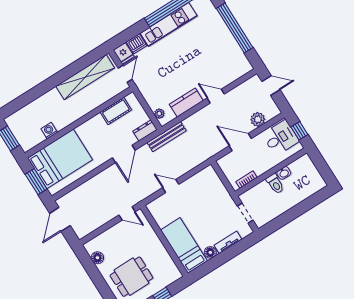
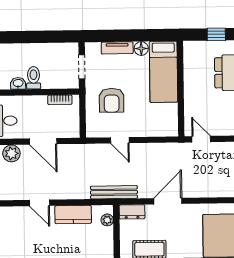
door: (171, 186) -> (120, 140), moved
armchair: (209, 202) -> (112, 100), added

